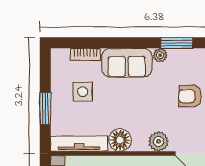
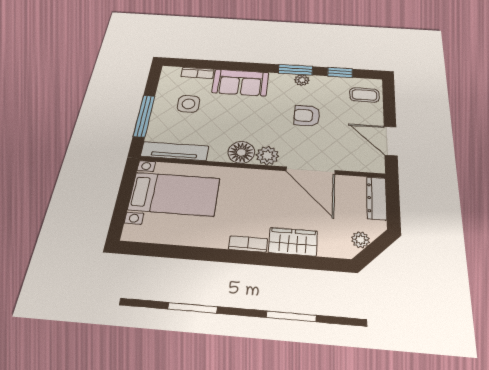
plant: (160, 55) -> (302, 80), moved
window: (45, 108) -> (144, 116), width x1.44
floor lamp: (120, 140) -> (241, 152), moved

